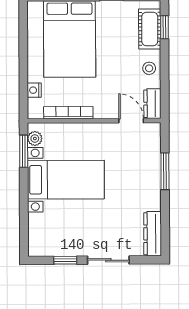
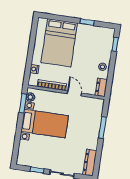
cot: (150, 29) -> (106, 44), removed
door: (131, 121) -> (74, 93), moved

